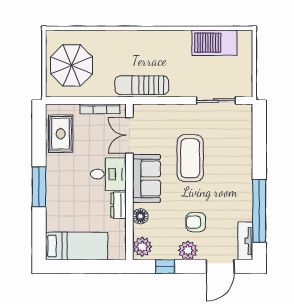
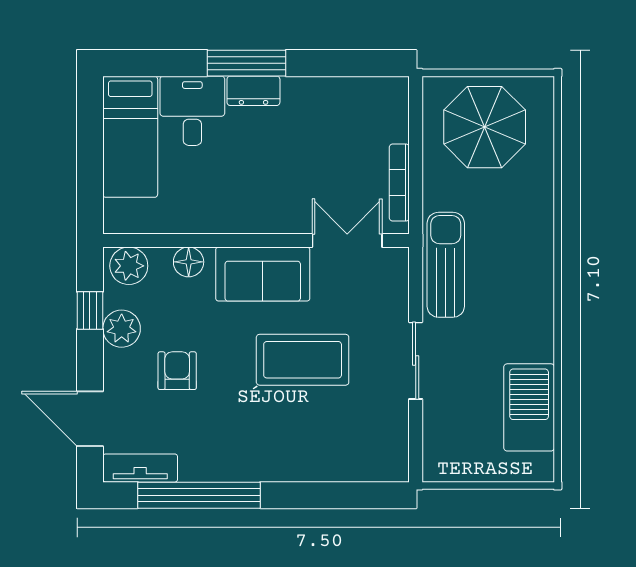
sliding door: (216, 101) -> (416, 361), moved
rug: (61, 134) -> (351, 105), removed
desk: (108, 174) -> (192, 111), moved, turned 180
dresser: (119, 205) -> (253, 91), moved, turned 180
plant: (188, 250) -> (122, 329), moved

